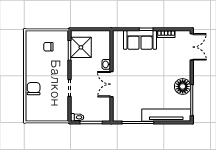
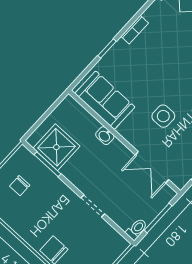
sofa: (140, 40) -> (105, 100), moved, turned -90
side table: (139, 83) -> (163, 116), added
double door: (111, 84) -> (152, 167), moved

